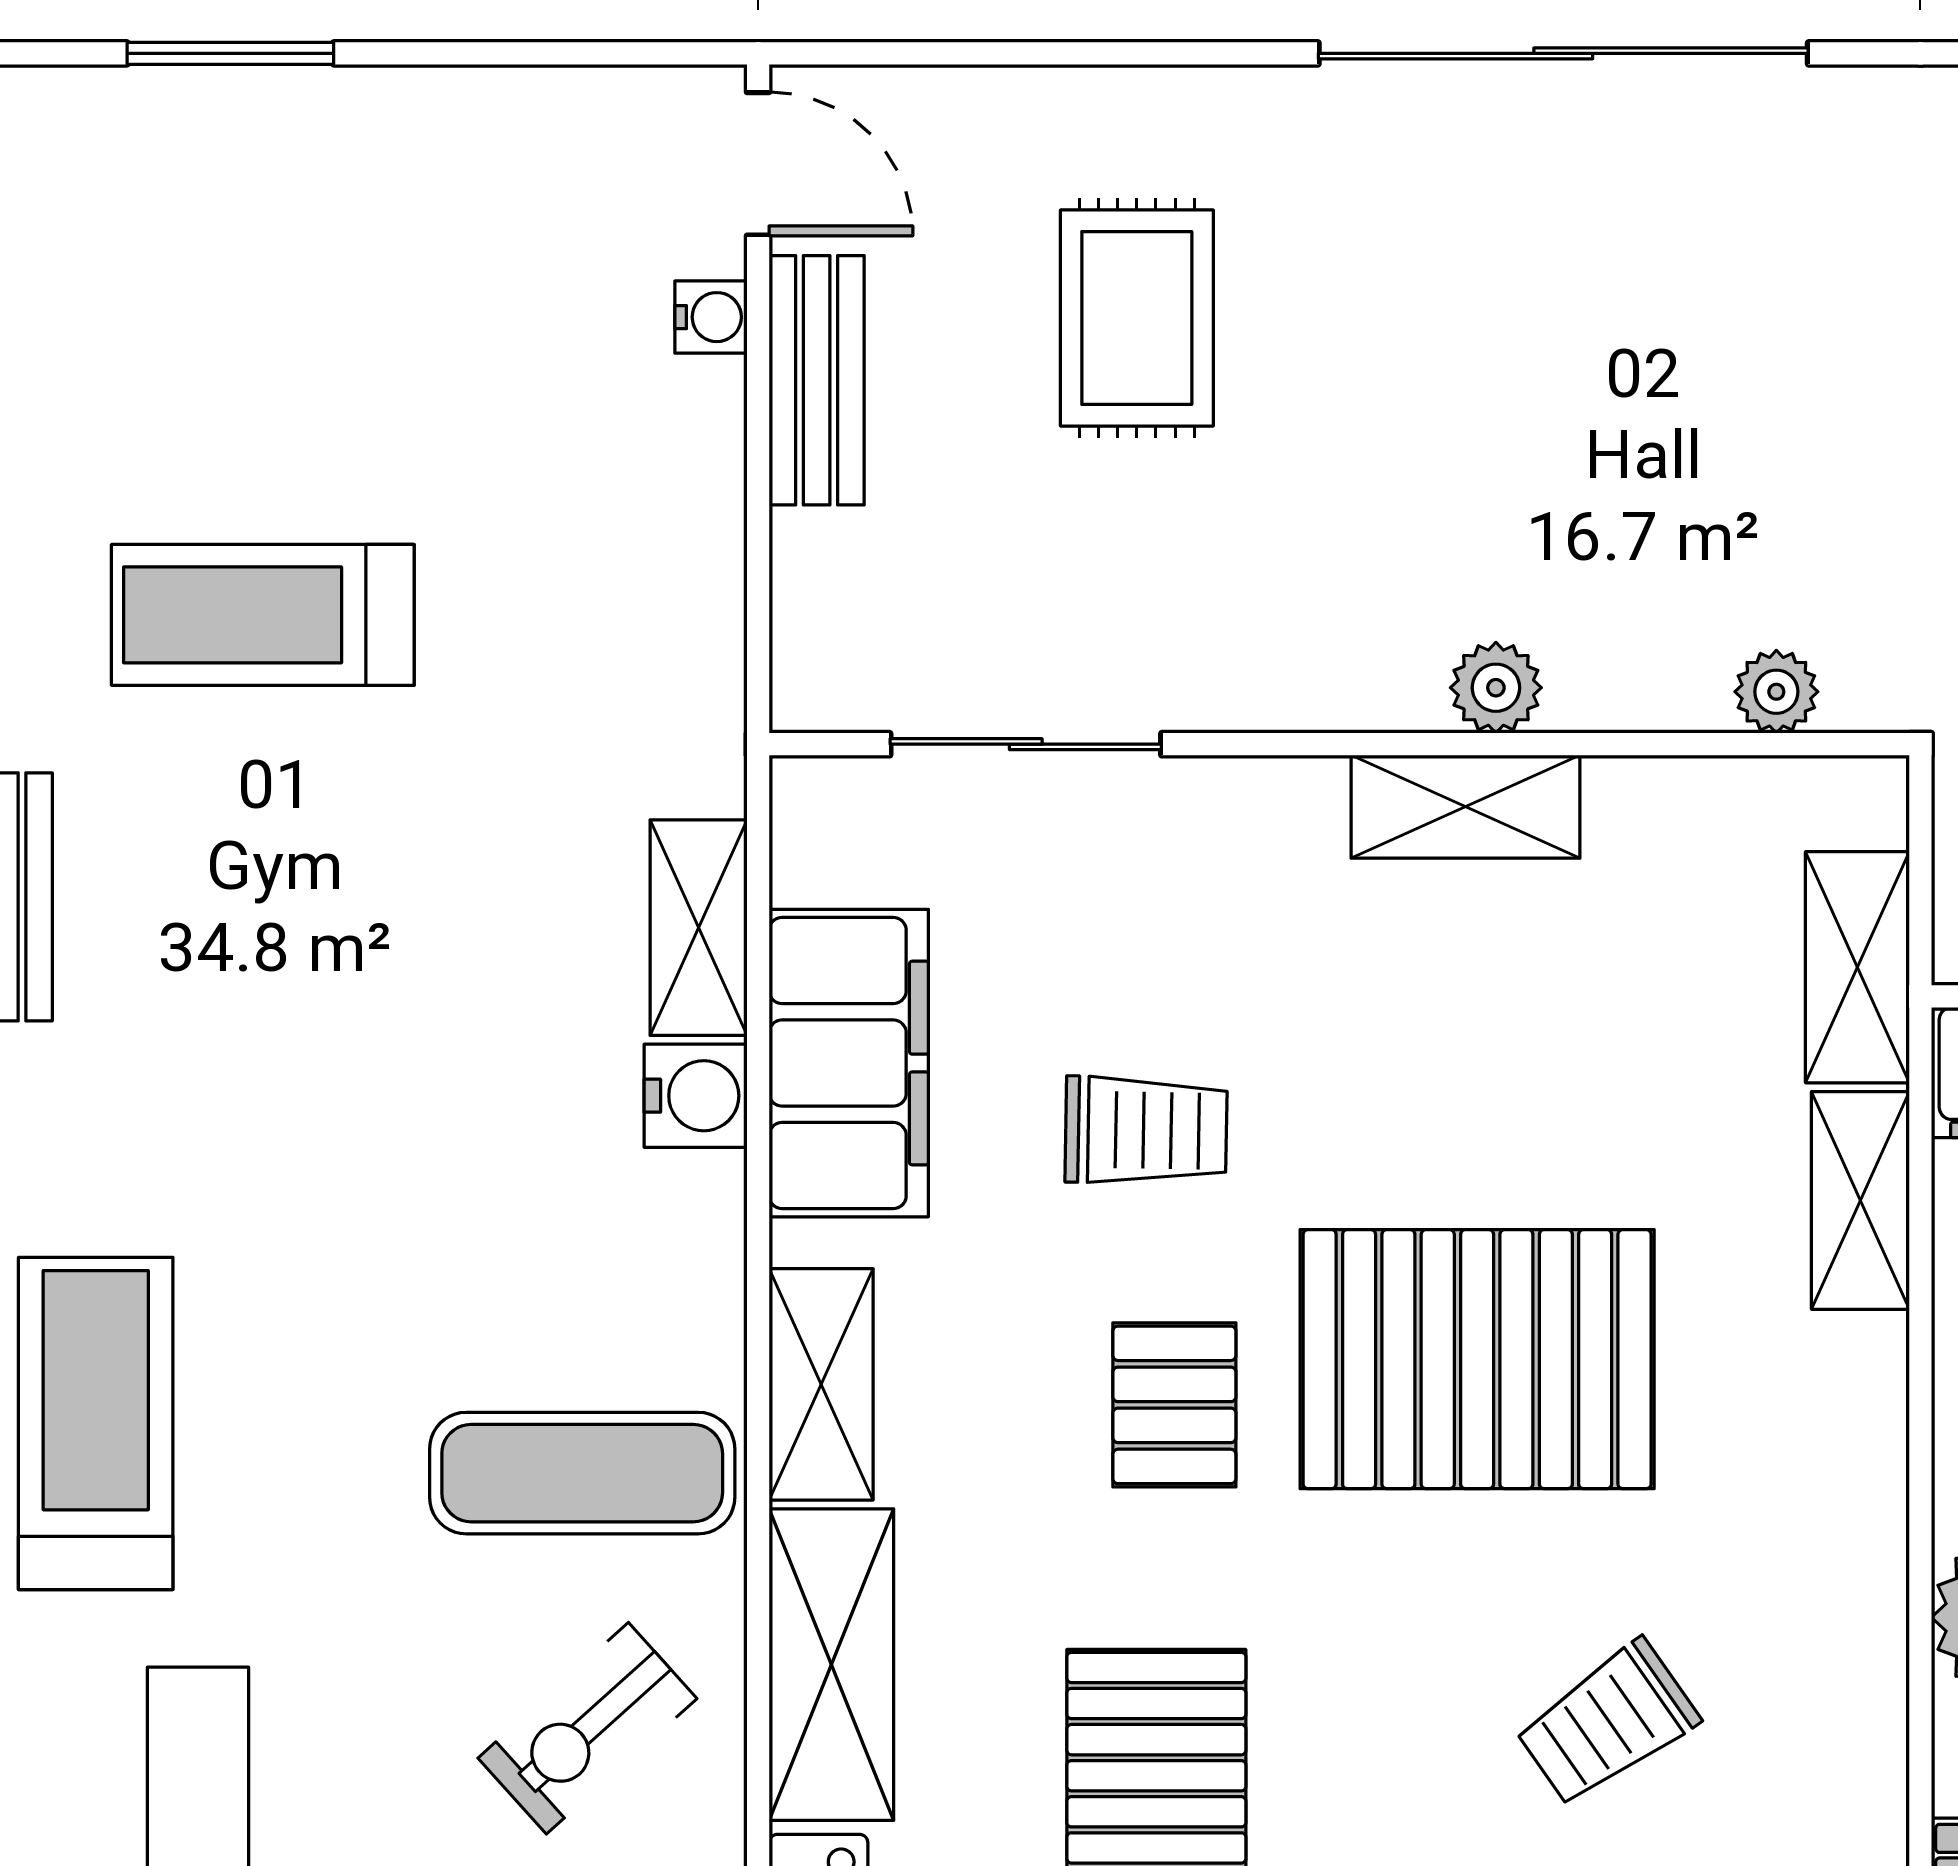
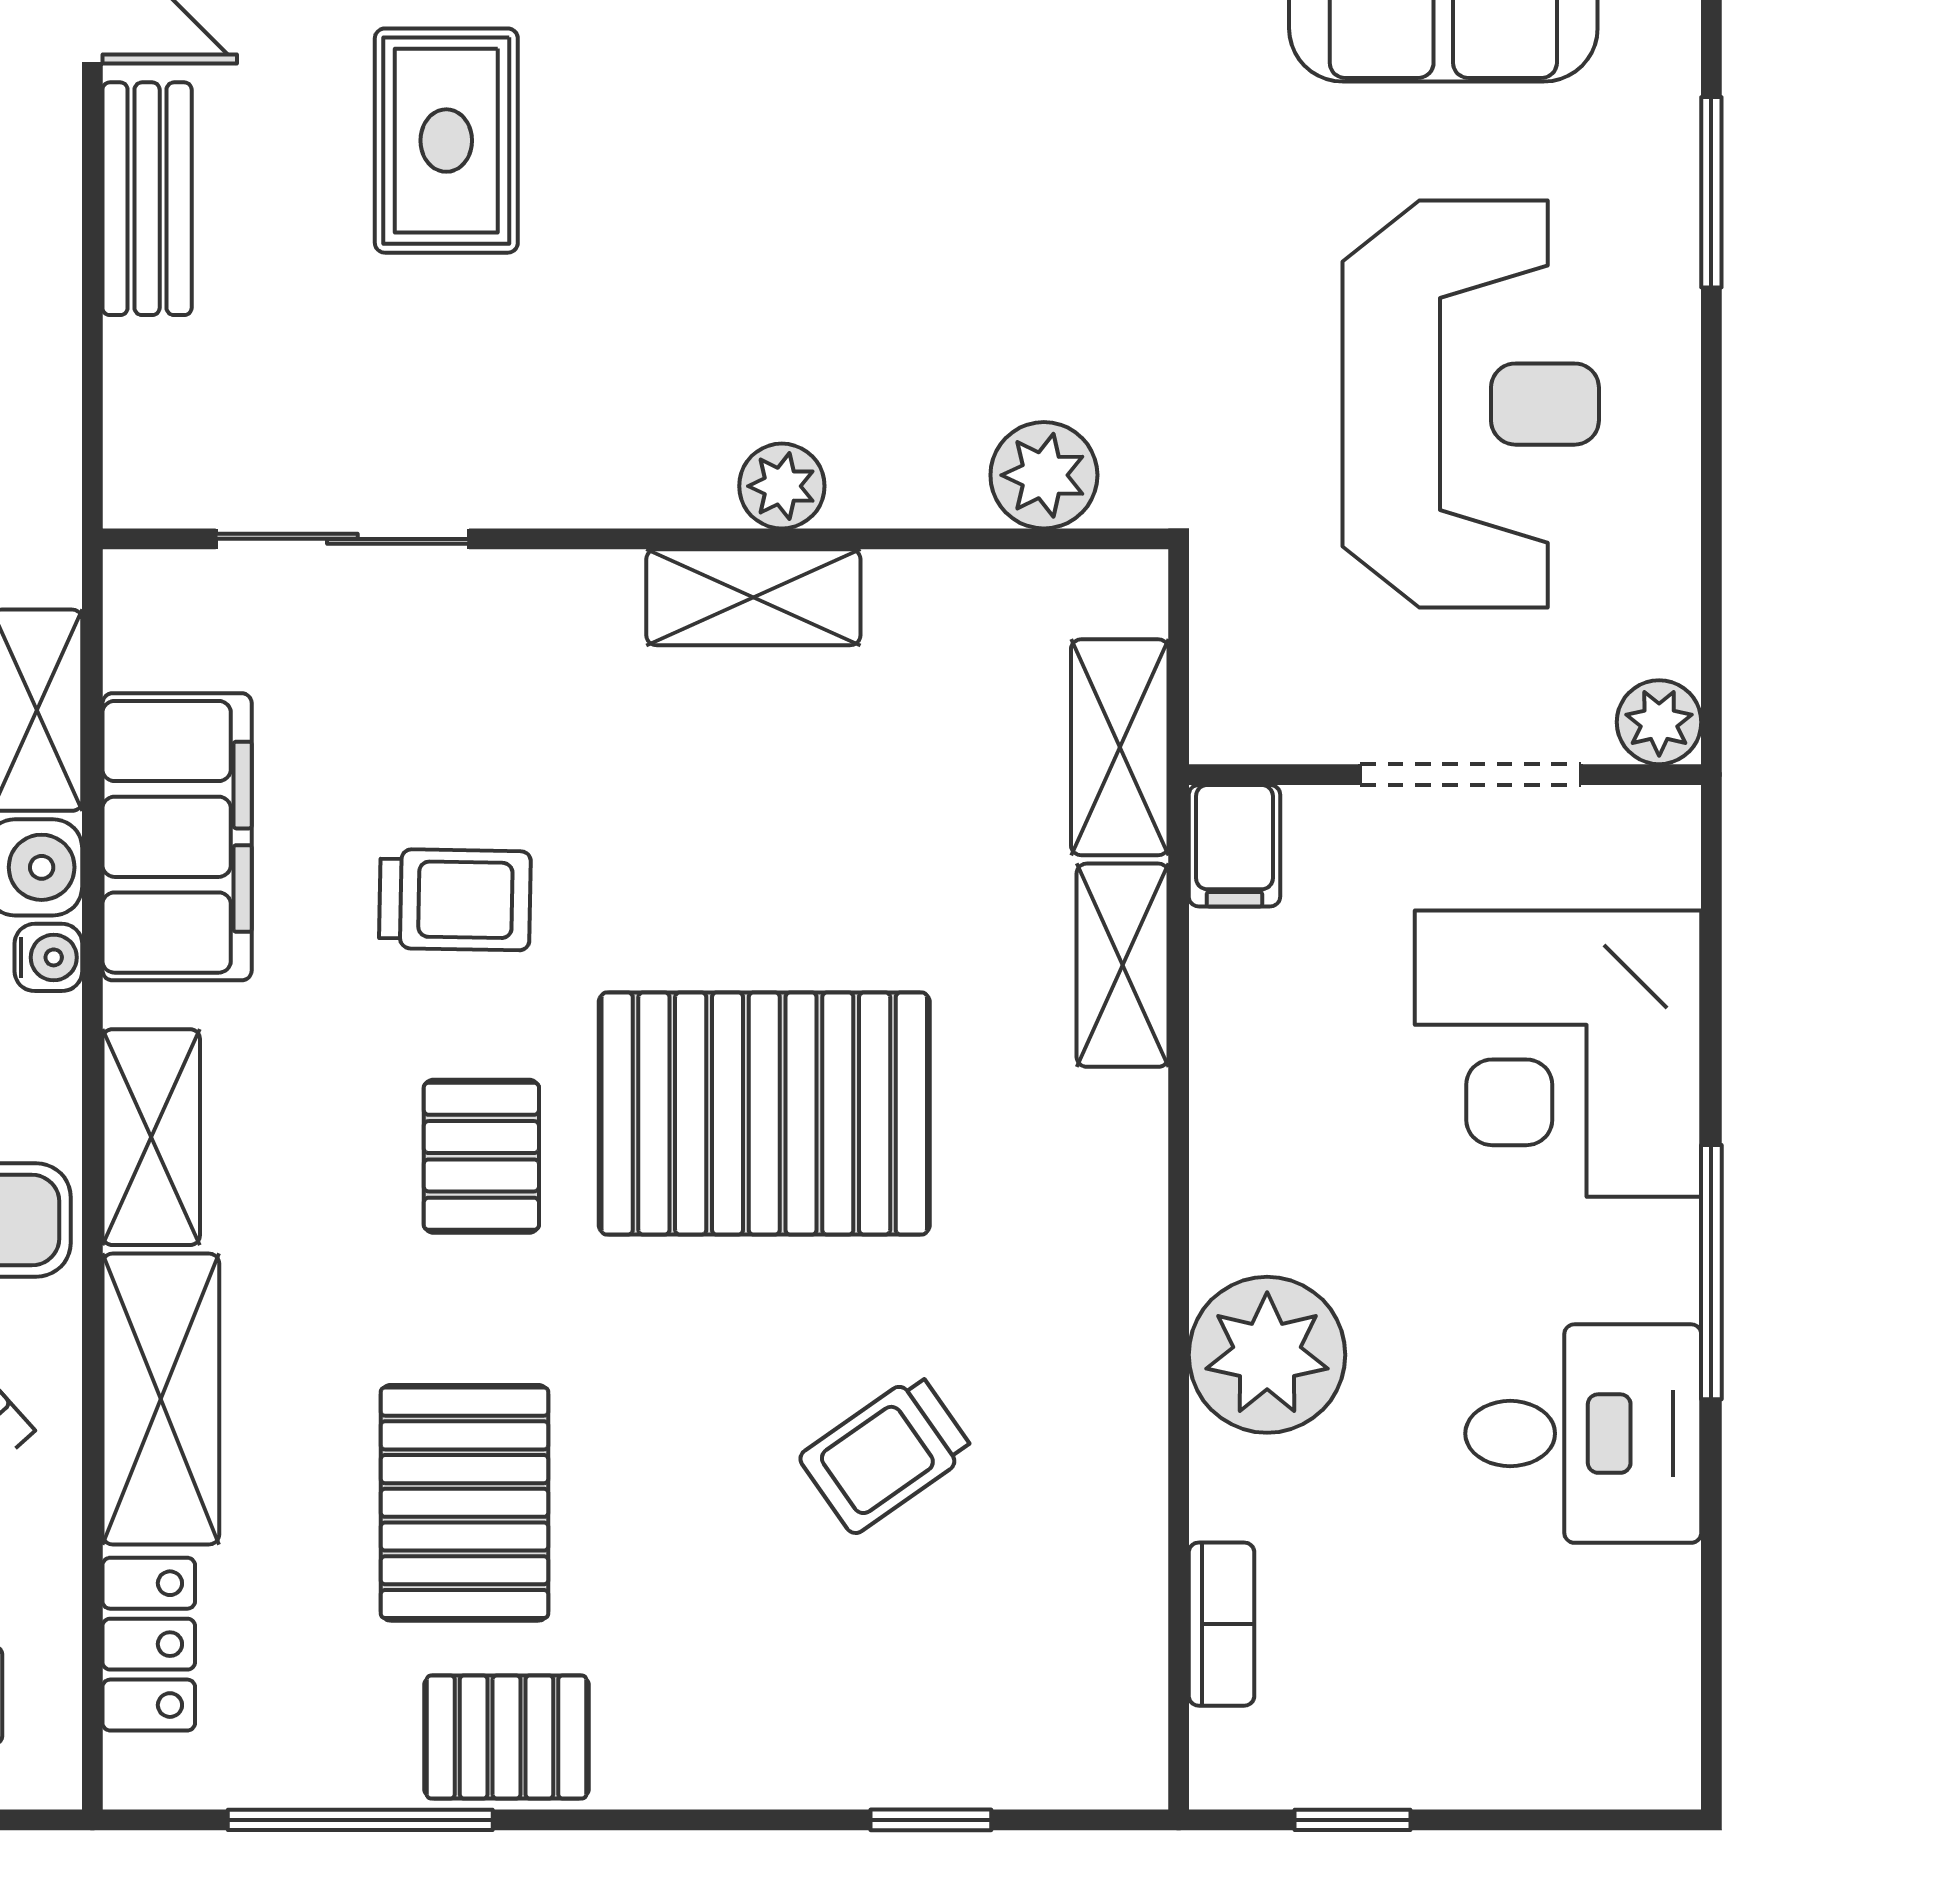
water cooler: (711, 317) -> (48, 957), moved
plant: (1776, 692) -> (1044, 475), width x1.38, depth x1.38

